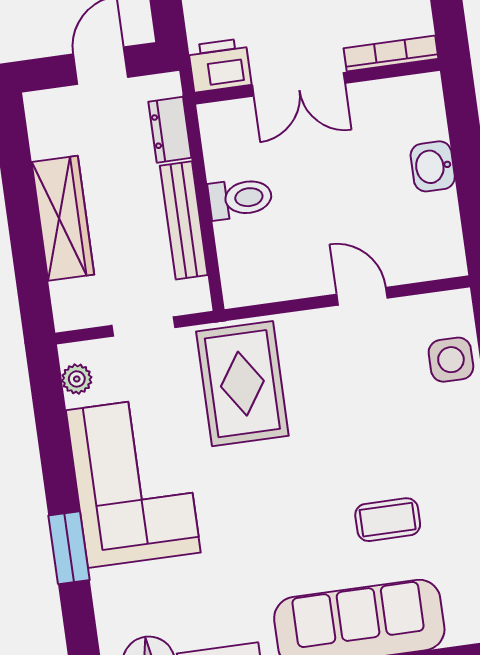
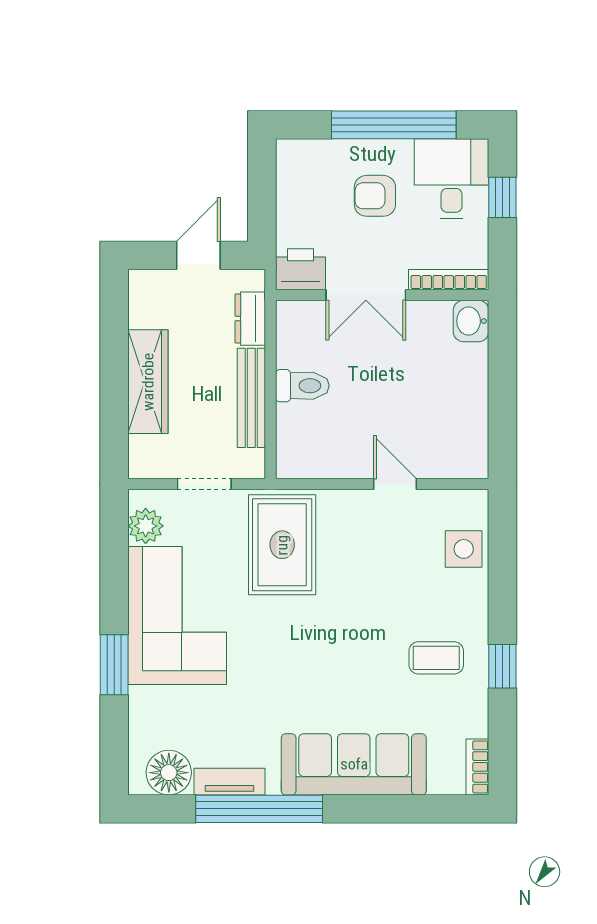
washbasin: (433, 166) -> (471, 321), moved
plant: (77, 379) -> (146, 526), width x1.38, depth x1.38
coffee table: (388, 520) -> (436, 658), moved

